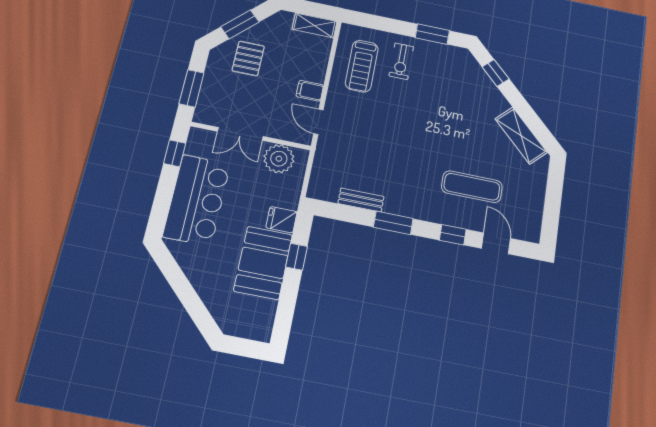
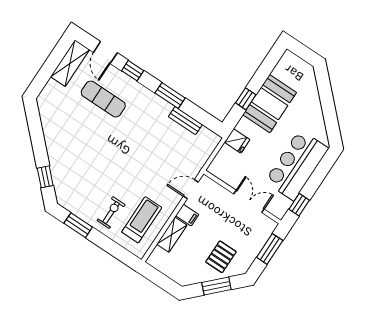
shelving: (315, 25) -> (172, 235), moved, turned 90
door: (318, 122) -> (191, 189), swing flipped
shelving: (521, 136) -> (70, 63), moved, turned 45
plant: (279, 159) -> (230, 173), removed
fridge: (281, 220) -> (237, 141), moved

